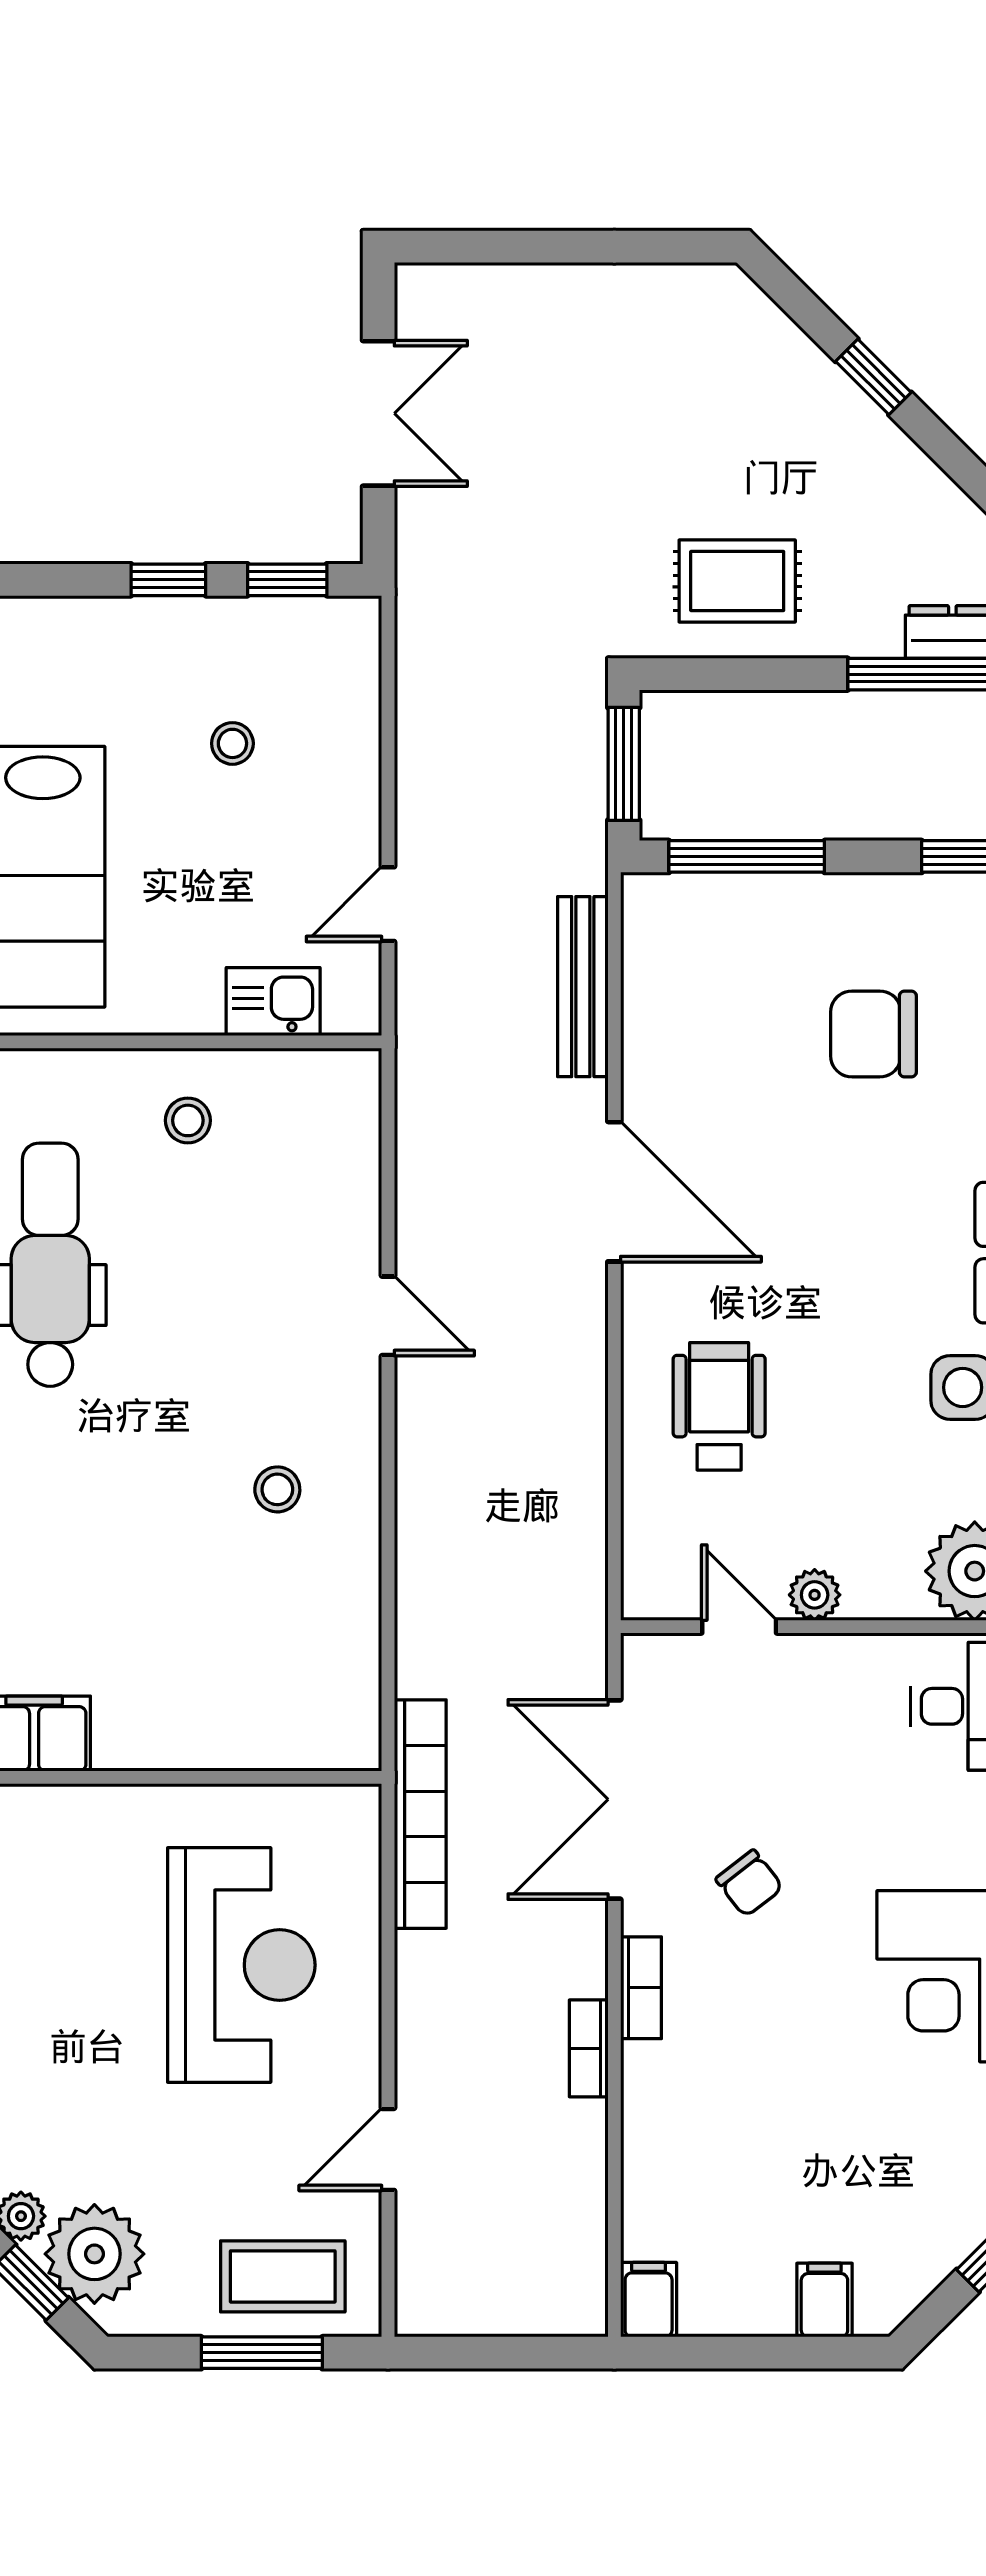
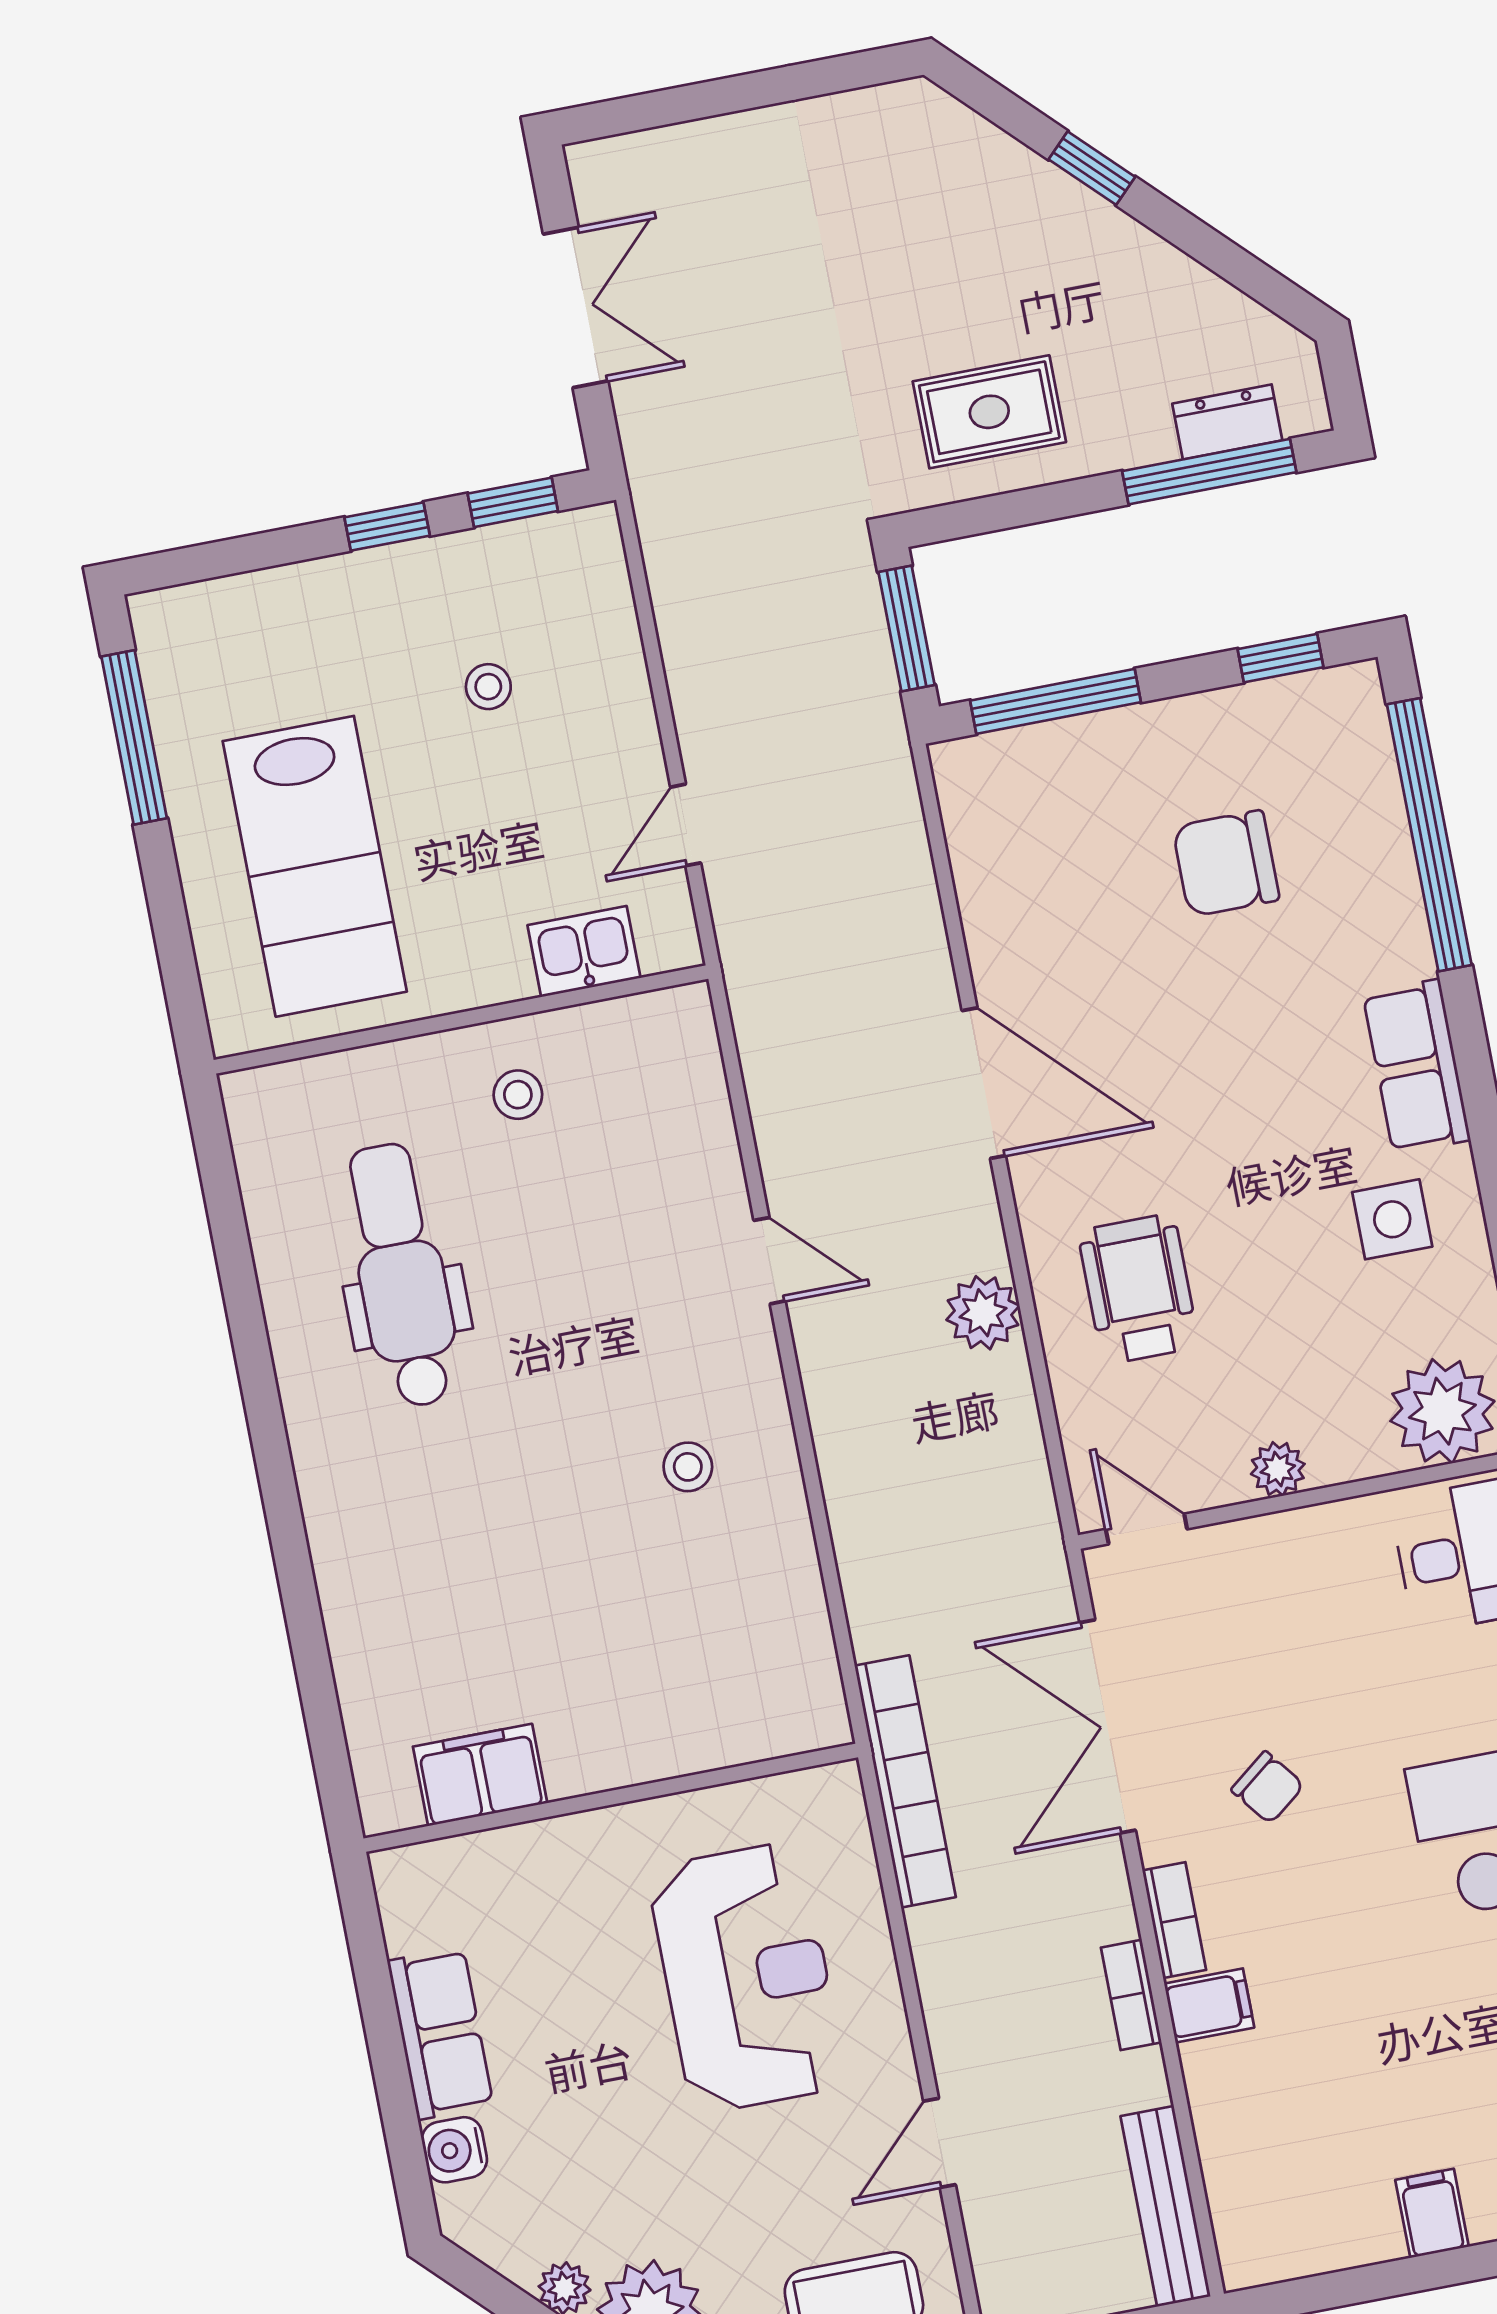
bench: (583, 987) -> (1165, 2206), moved
plant: (573, 1401) -> (983, 1313), added
door: (739, 1627) -> (1146, 1529), moved
filing cabinet: (649, 2300) -> (1209, 2006), moved, turned 90

